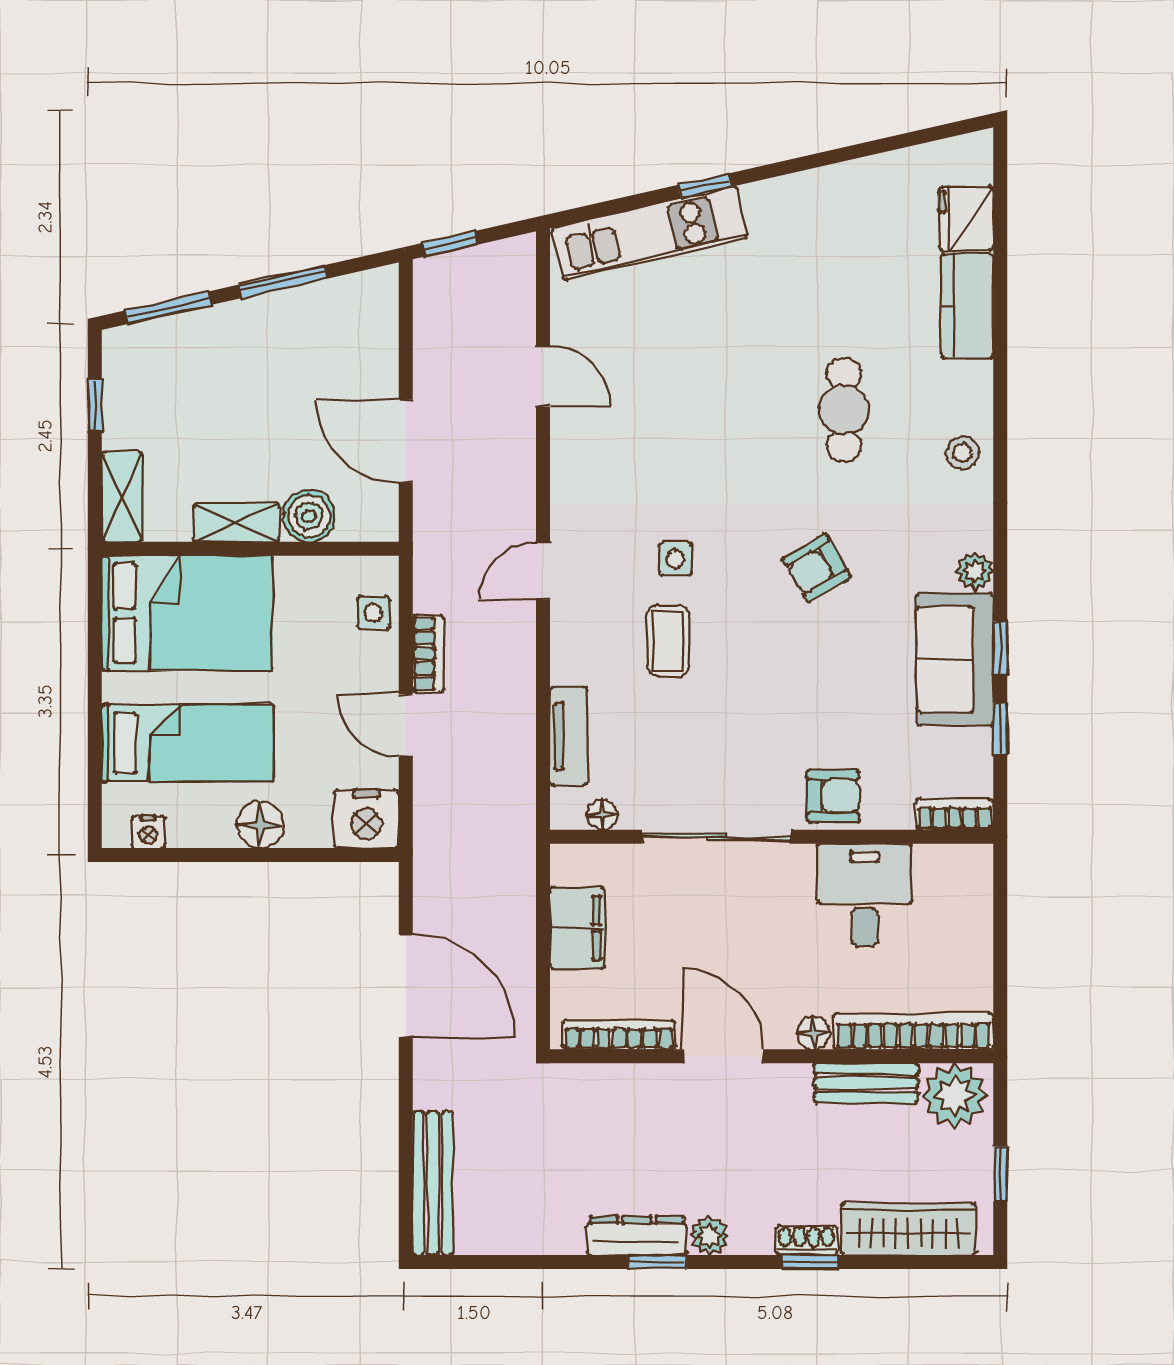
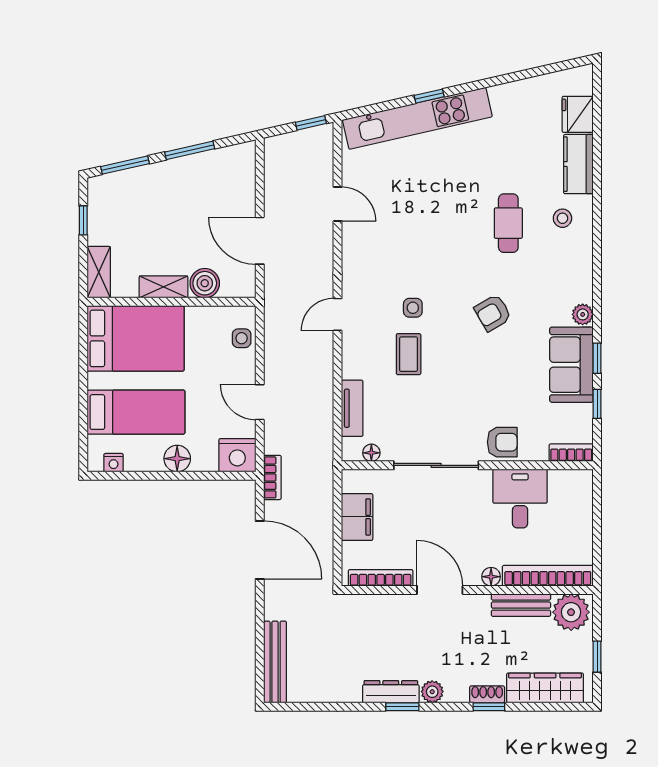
kitchen unit: (650, 233) -> (417, 118), width x1.36
window: (450, 244) -> (311, 123), moved
stool: (963, 453) -> (562, 218), moved
bookcase: (428, 653) -> (272, 477), moved

